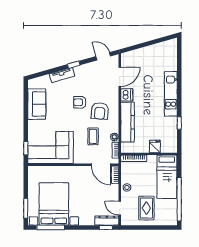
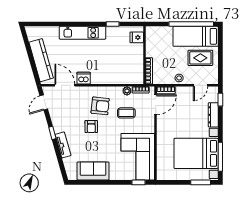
kitchen counter: (128, 122) -> (41, 60), moved, turned 74
fridge: (155, 146) -> (137, 37), moved
bed: (167, 177) -> (196, 36), moved, turned 180
dresser: (107, 221) -> (213, 115), moved

